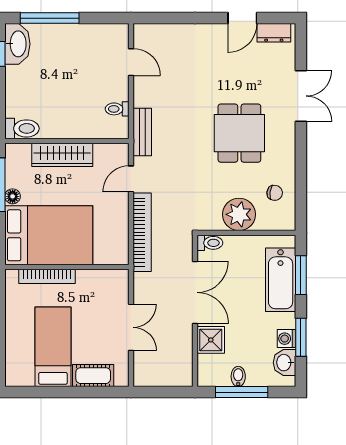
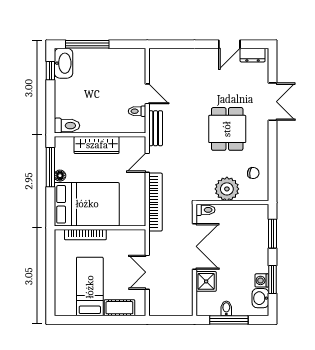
door: (131, 62) -> (147, 94), moved
bathtub: (281, 280) -> (258, 237), removed
double door: (131, 327) -> (147, 272), swing flipped

